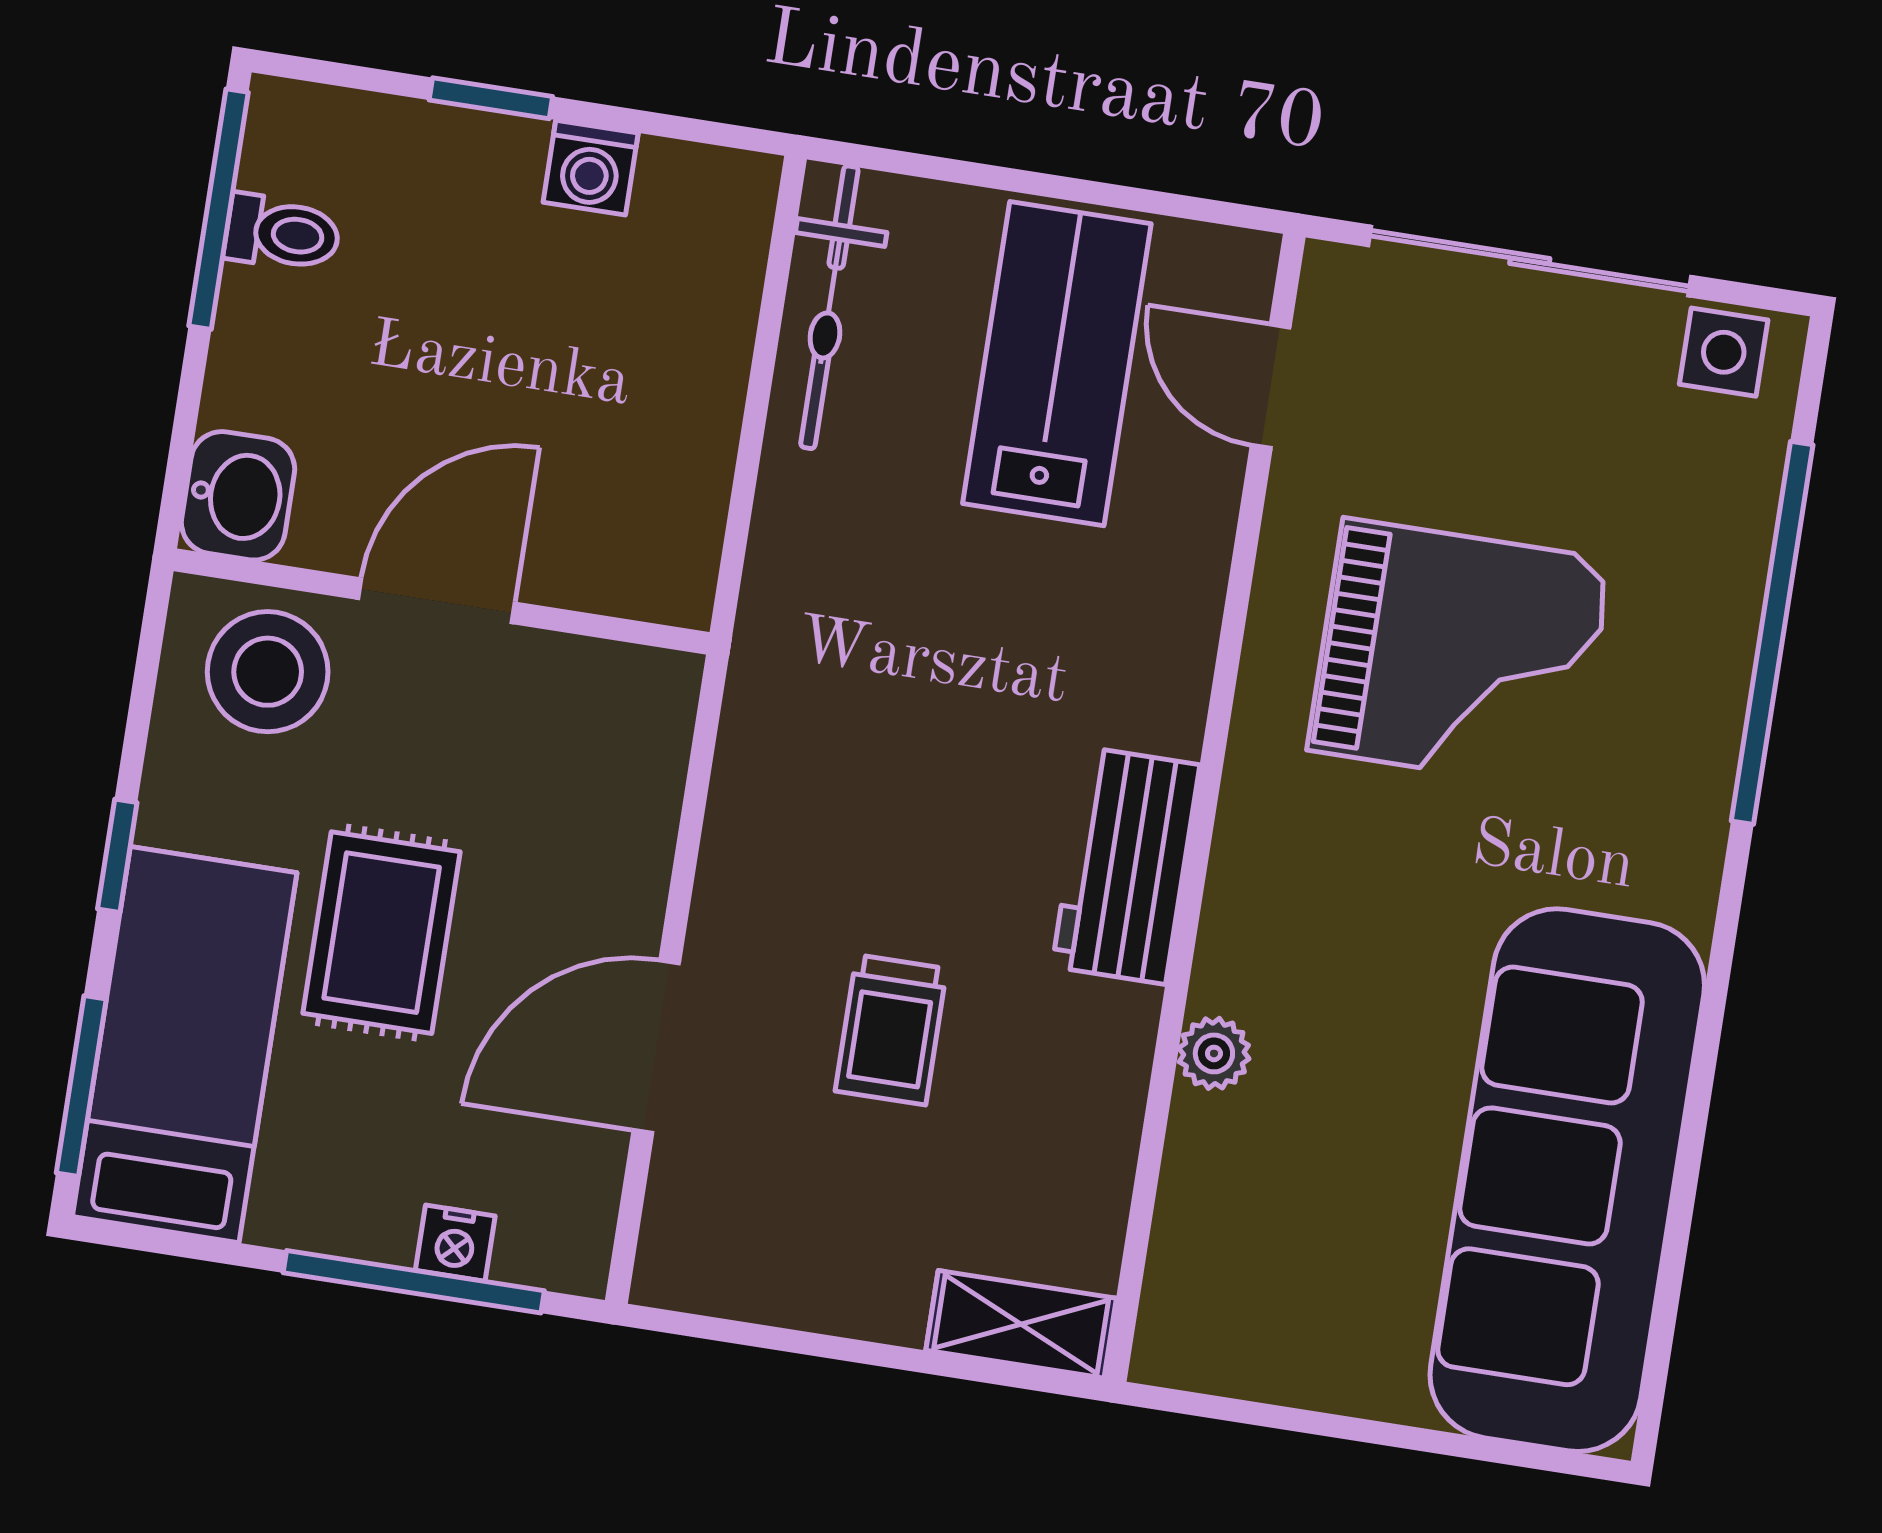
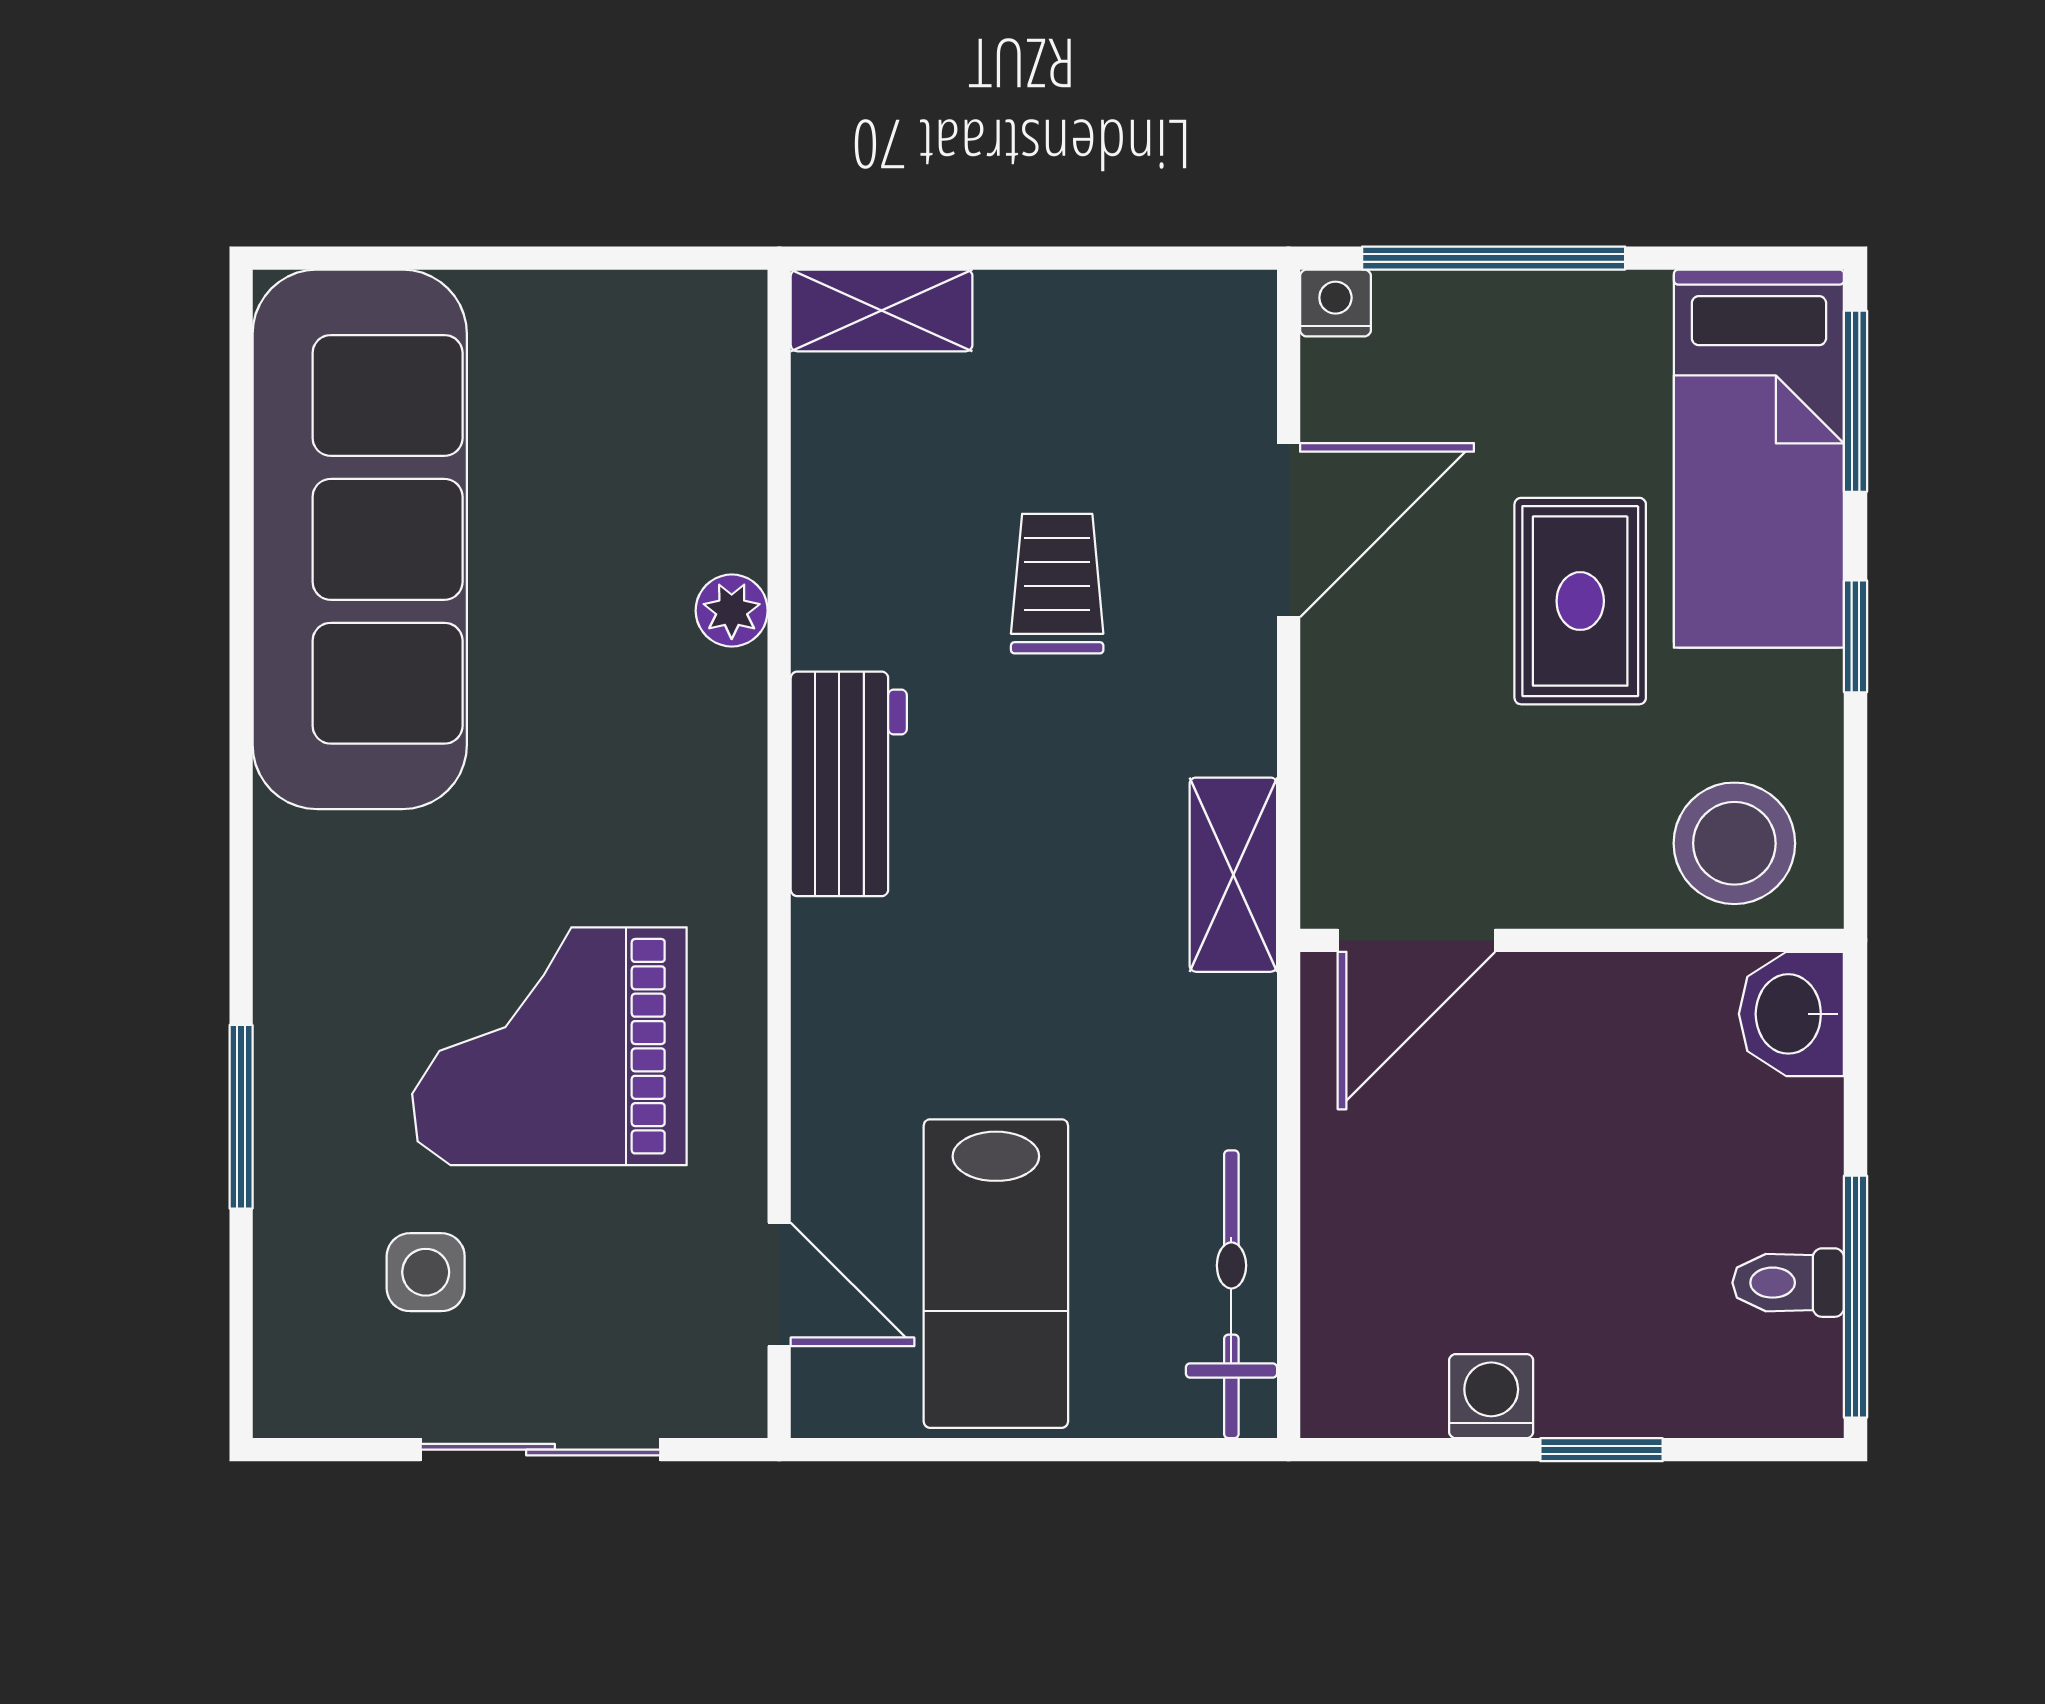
sliding door: (1530, 261) -> (541, 1450), width x0.73
side table: (1724, 352) -> (426, 1272), moved
door: (437, 601) -> (1416, 940), moved
window: (1772, 633) -> (241, 1117), width x0.47
shelving: (763, 718) -> (1233, 875), added
nightstand: (455, 1243) -> (1335, 303), moved

